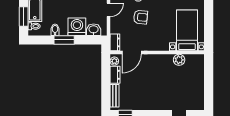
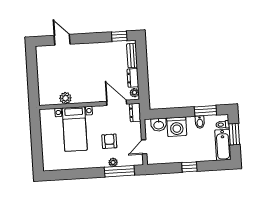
armchair: (141, 17) -> (109, 141), turned 84
bed with nightstands: (187, 30) -> (75, 129), moved
window: (64, 40) -> (205, 111), moved
door: (132, 53) -> (117, 103), hinge flipped

